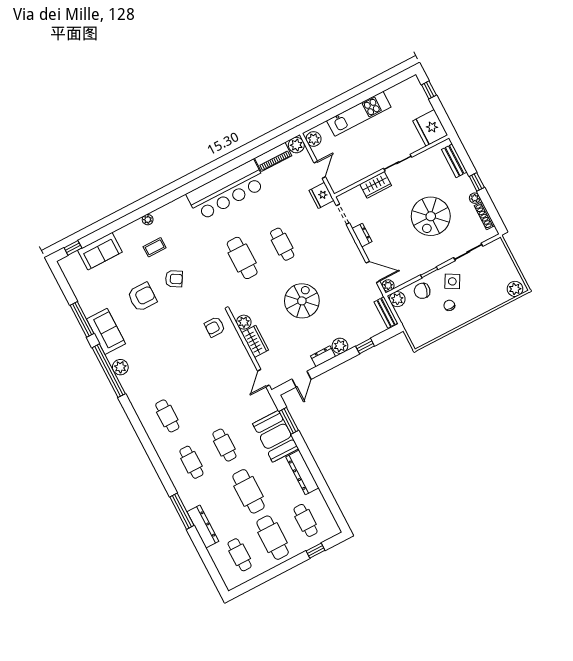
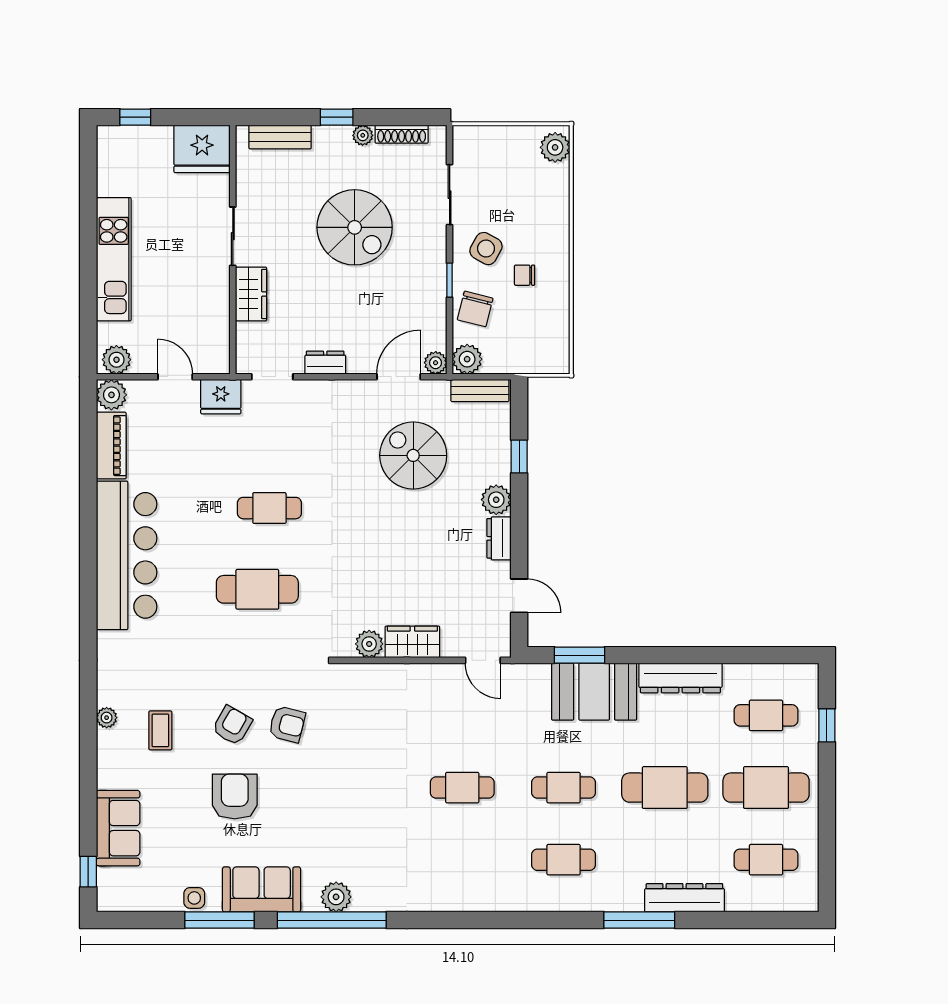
spiral stairs: (302, 301) -> (413, 455), moved
side table: (86, 303) -> (194, 898), added
armchair: (215, 327) -> (287, 724), moved, turned -76
cafe table: (167, 416) -> (462, 788), moved

